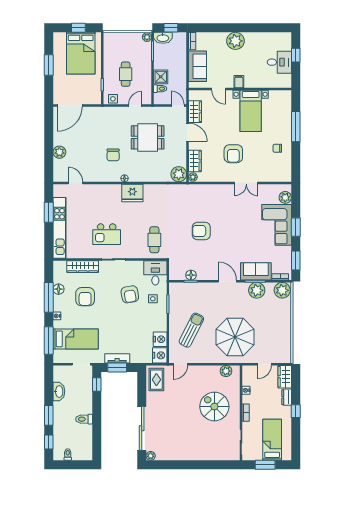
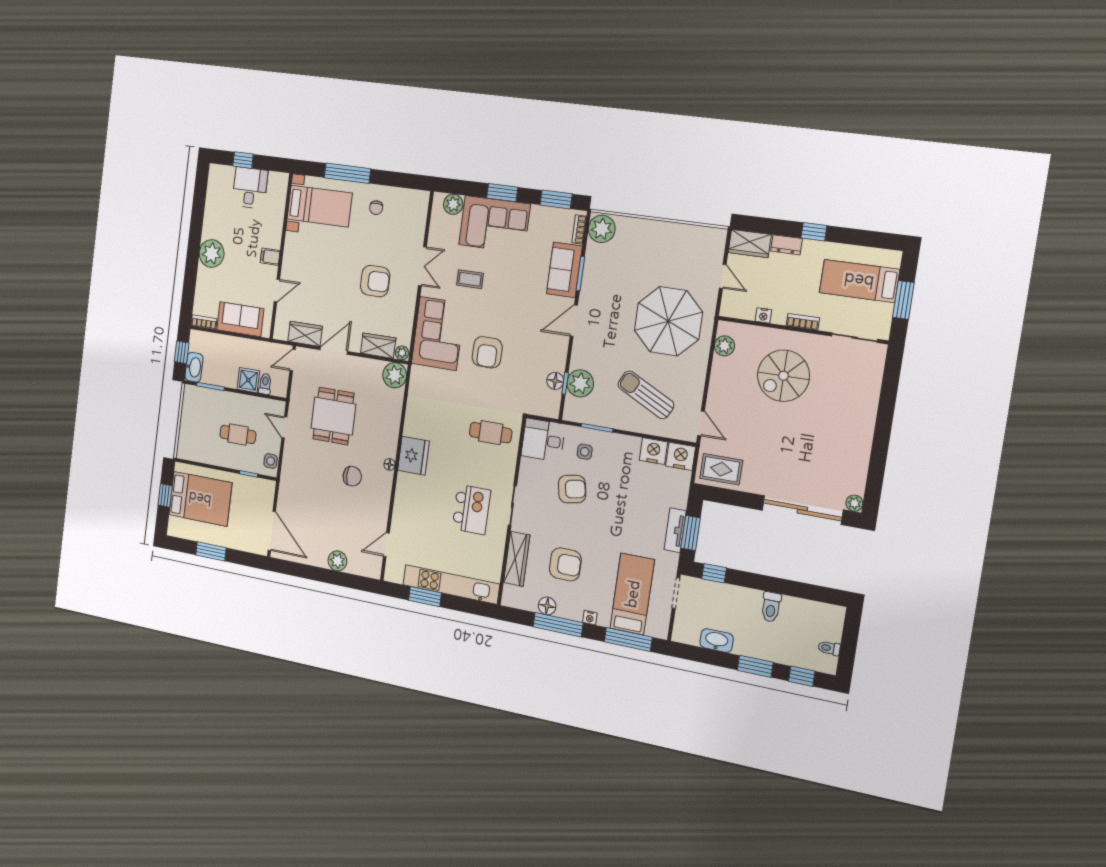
plant: (147, 37) -> (190, 392), removed
bed with nightstands: (251, 111) -> (319, 206), moved
corner sofa: (208, 199) -> (438, 333), added
coffee table: (243, 214) -> (470, 279), added
plant: (257, 290) -> (580, 383), moved

